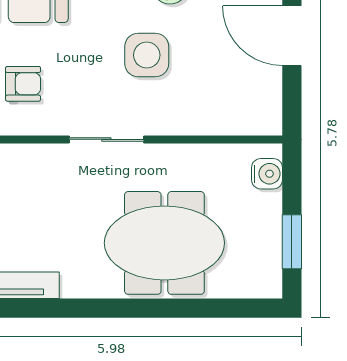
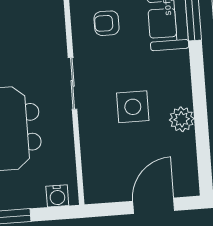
armchair: (23, 84) -> (107, 23), turned 90

